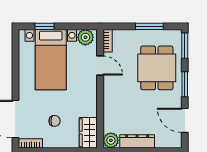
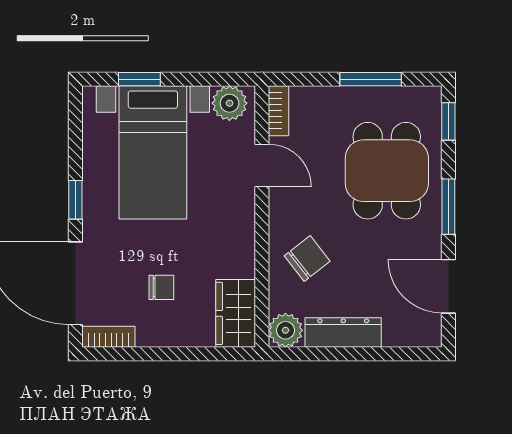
window: (185, 46) -> (448, 121), width x0.67
window: (15, 81) -> (75, 200), added
chair: (121, 108) -> (307, 258), added

